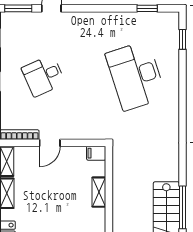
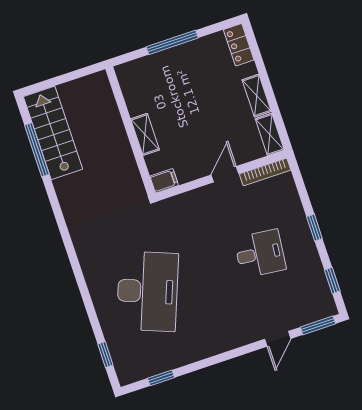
desk: (43, 76) -> (260, 254), turned 30
desk: (136, 76) -> (147, 291), turned 39

